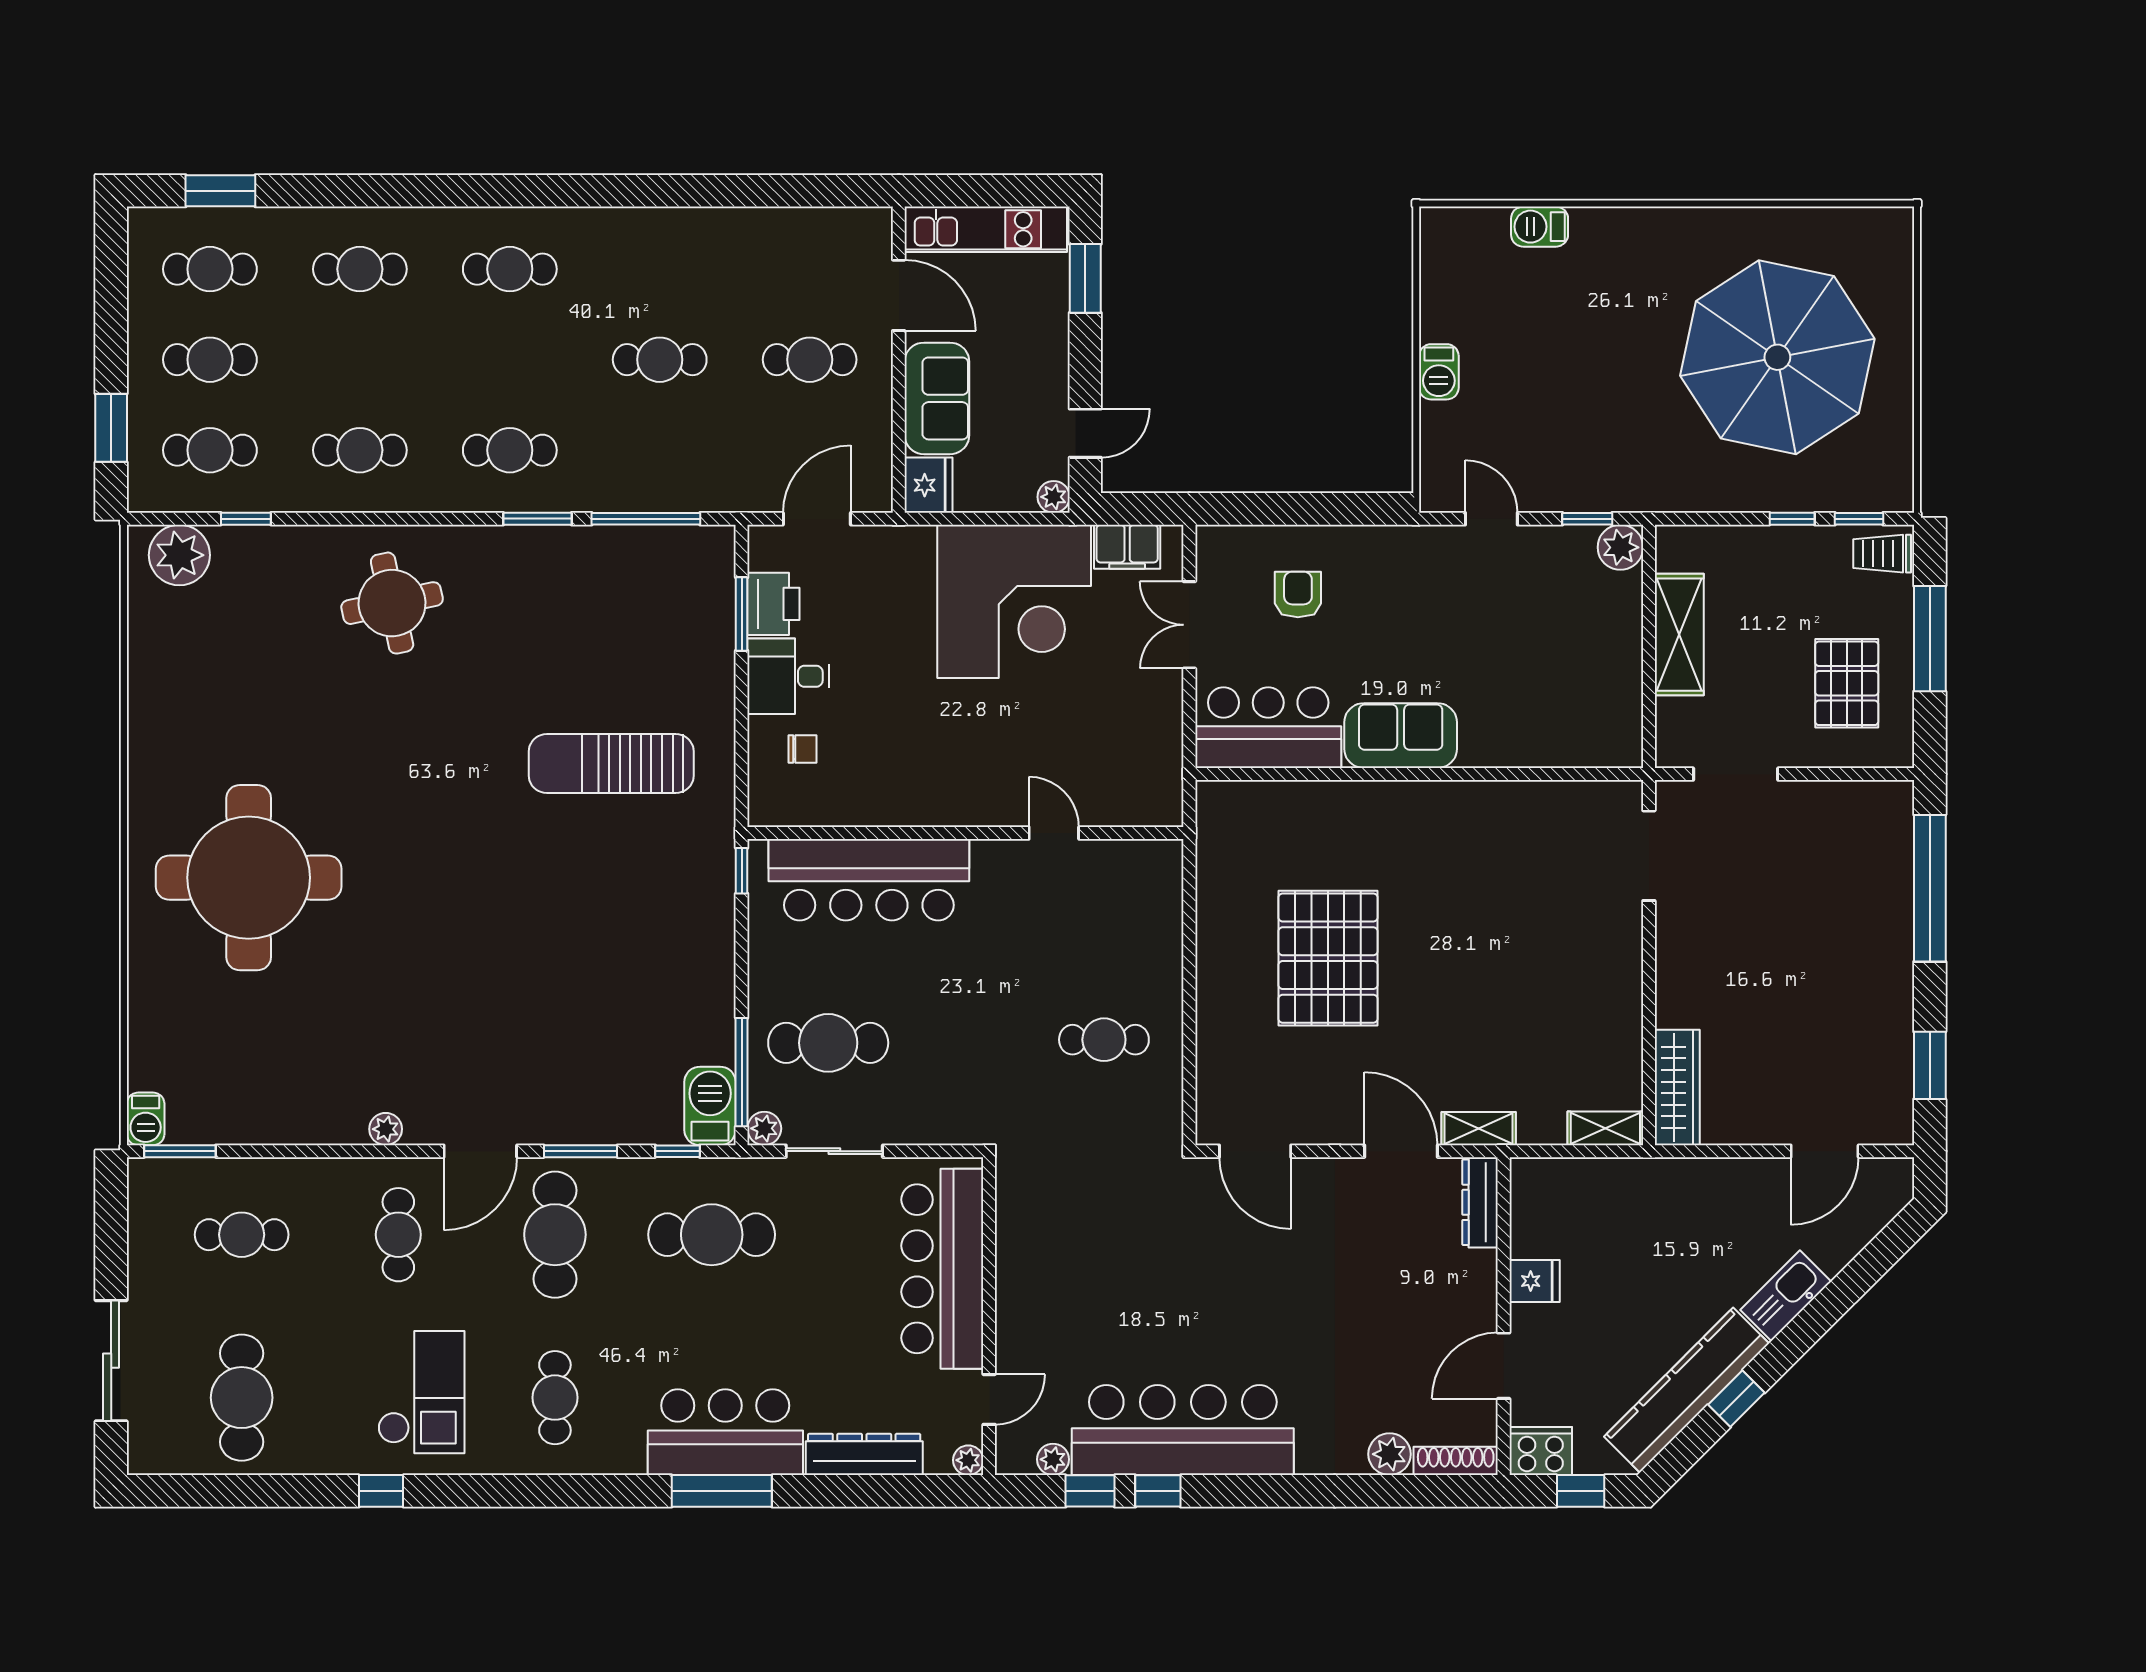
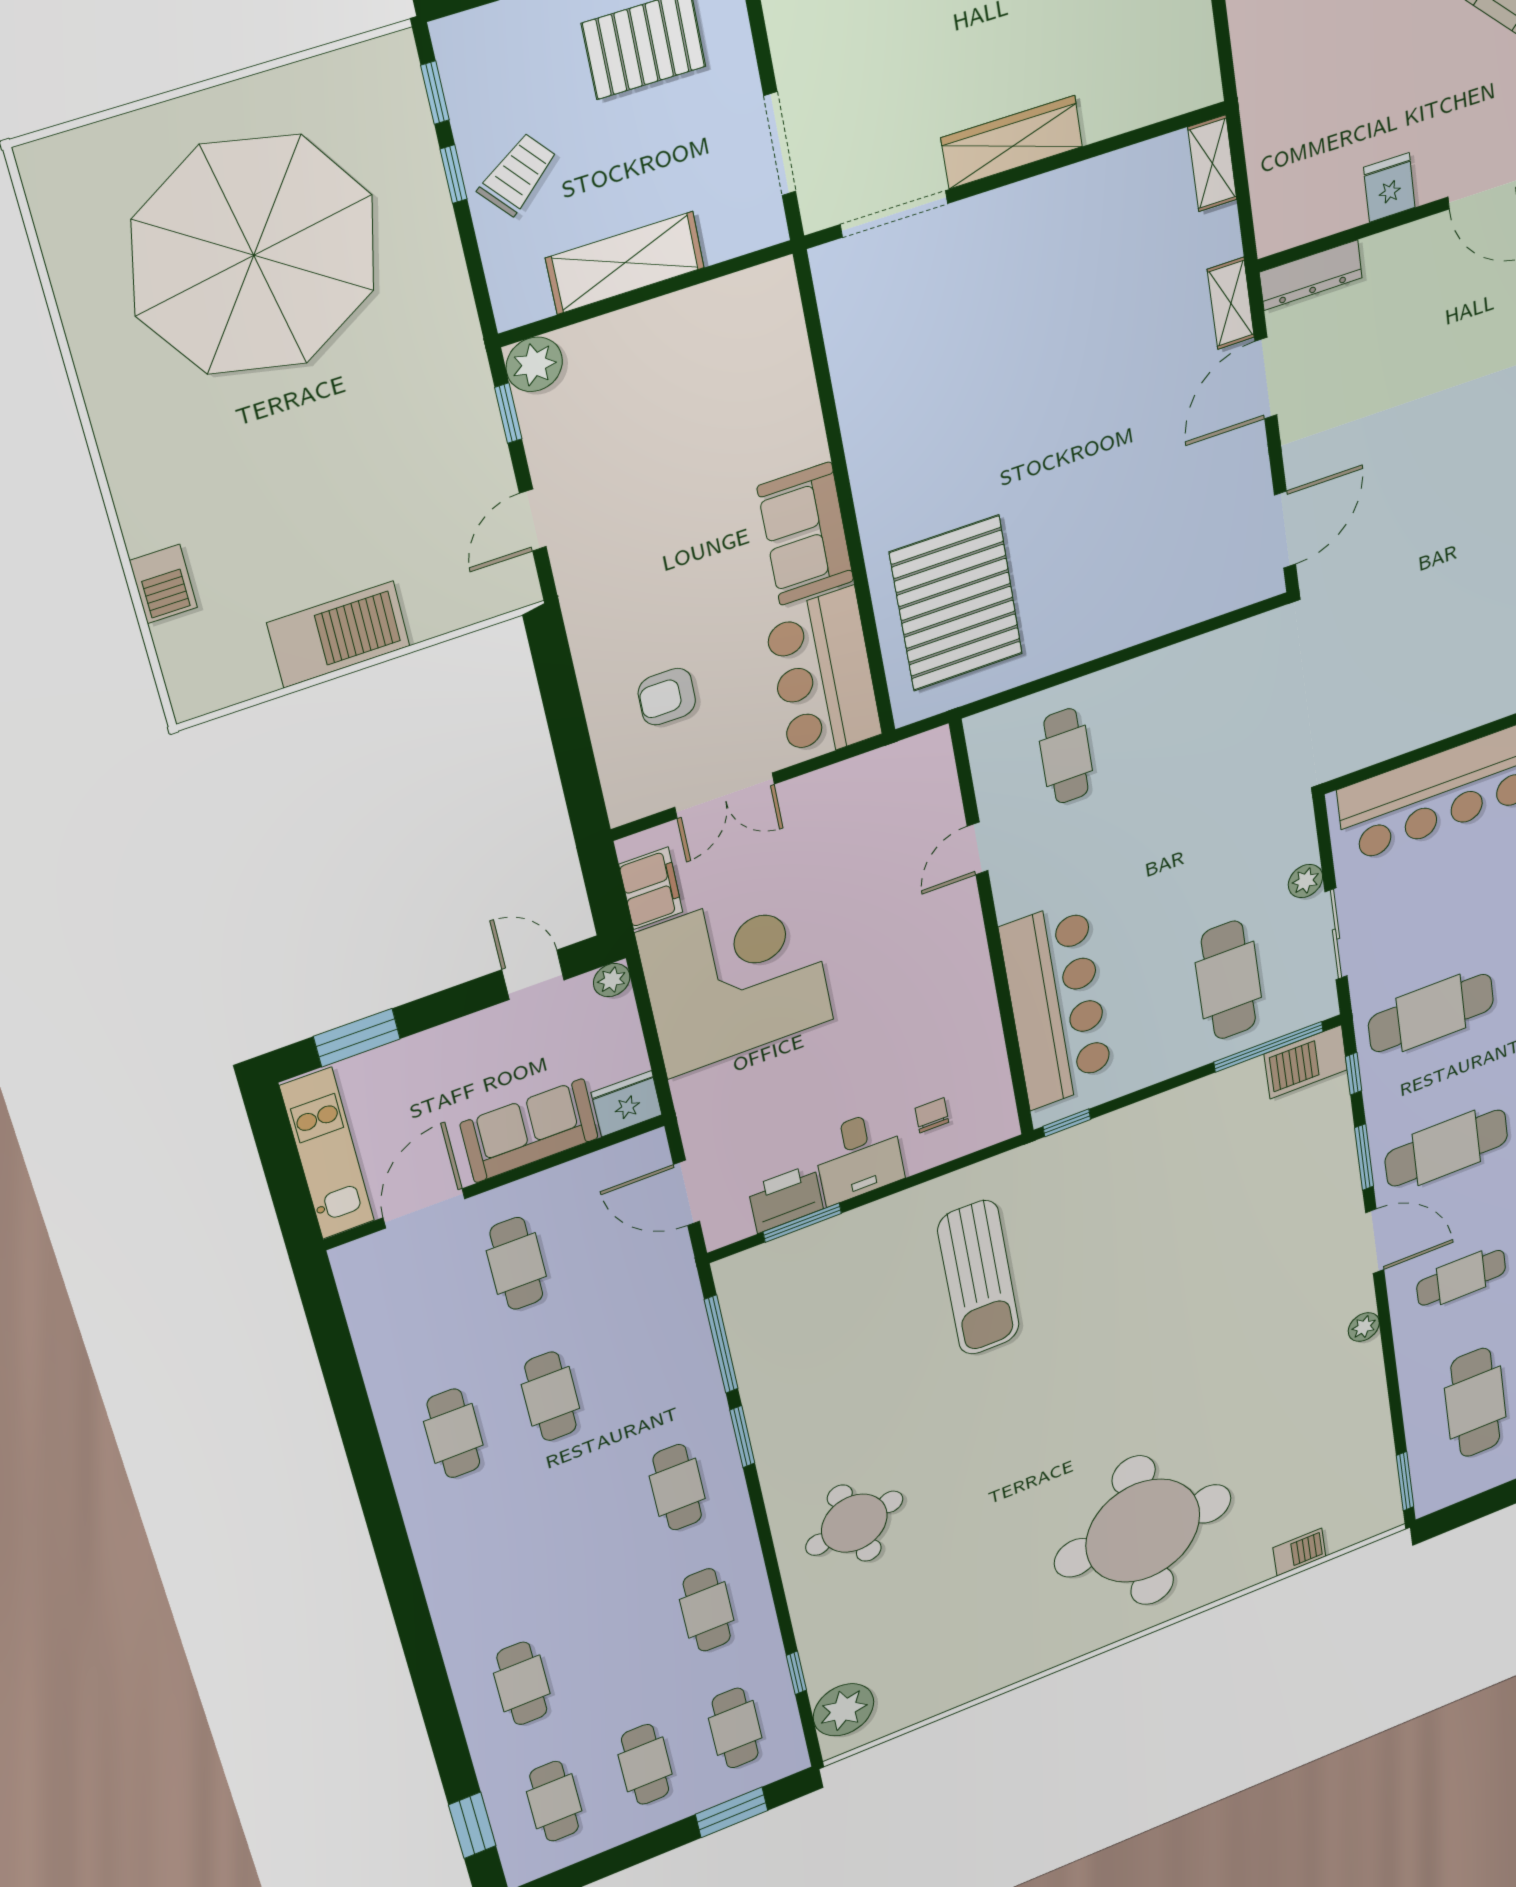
cafe table: (510, 269) -> (453, 1433), moved
barbecue: (1439, 372) -> (338, 634), width x1.88, depth x1.53
trolley: (1882, 554) -> (518, 174), moved, turned -129
pallet: (1328, 958) -> (956, 603), moved, turned 90
cafe table: (1104, 1040) -> (1066, 756), moved
wardrobe: (1677, 1087) -> (1012, 142), moved
barbecue: (146, 1119) -> (1299, 1552), moved
plant: (764, 1128) -> (1305, 881), moved
cafe table: (242, 1235) -> (1475, 1403), width x1.37, depth x1.35
cafe table: (712, 1235) -> (1431, 1013), turned 90

